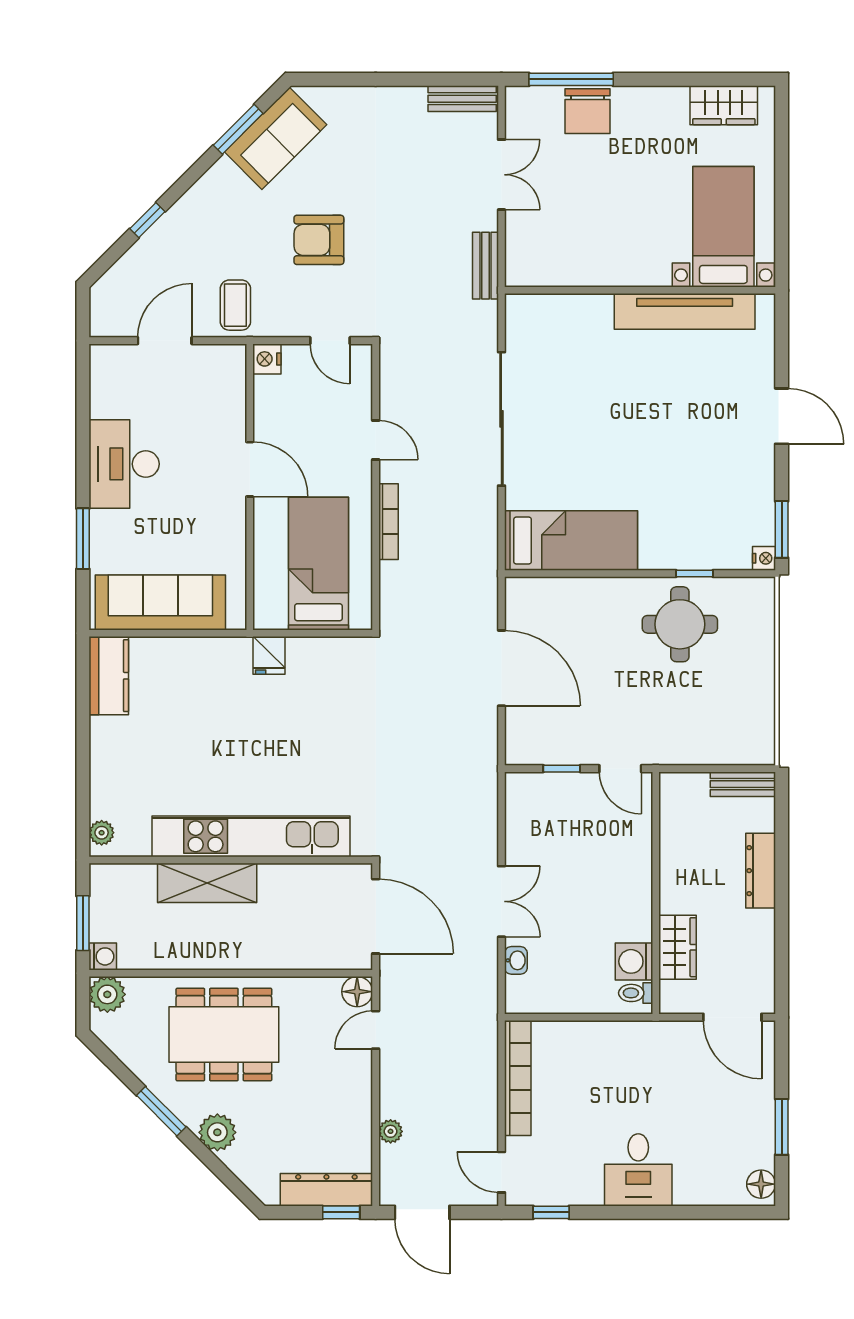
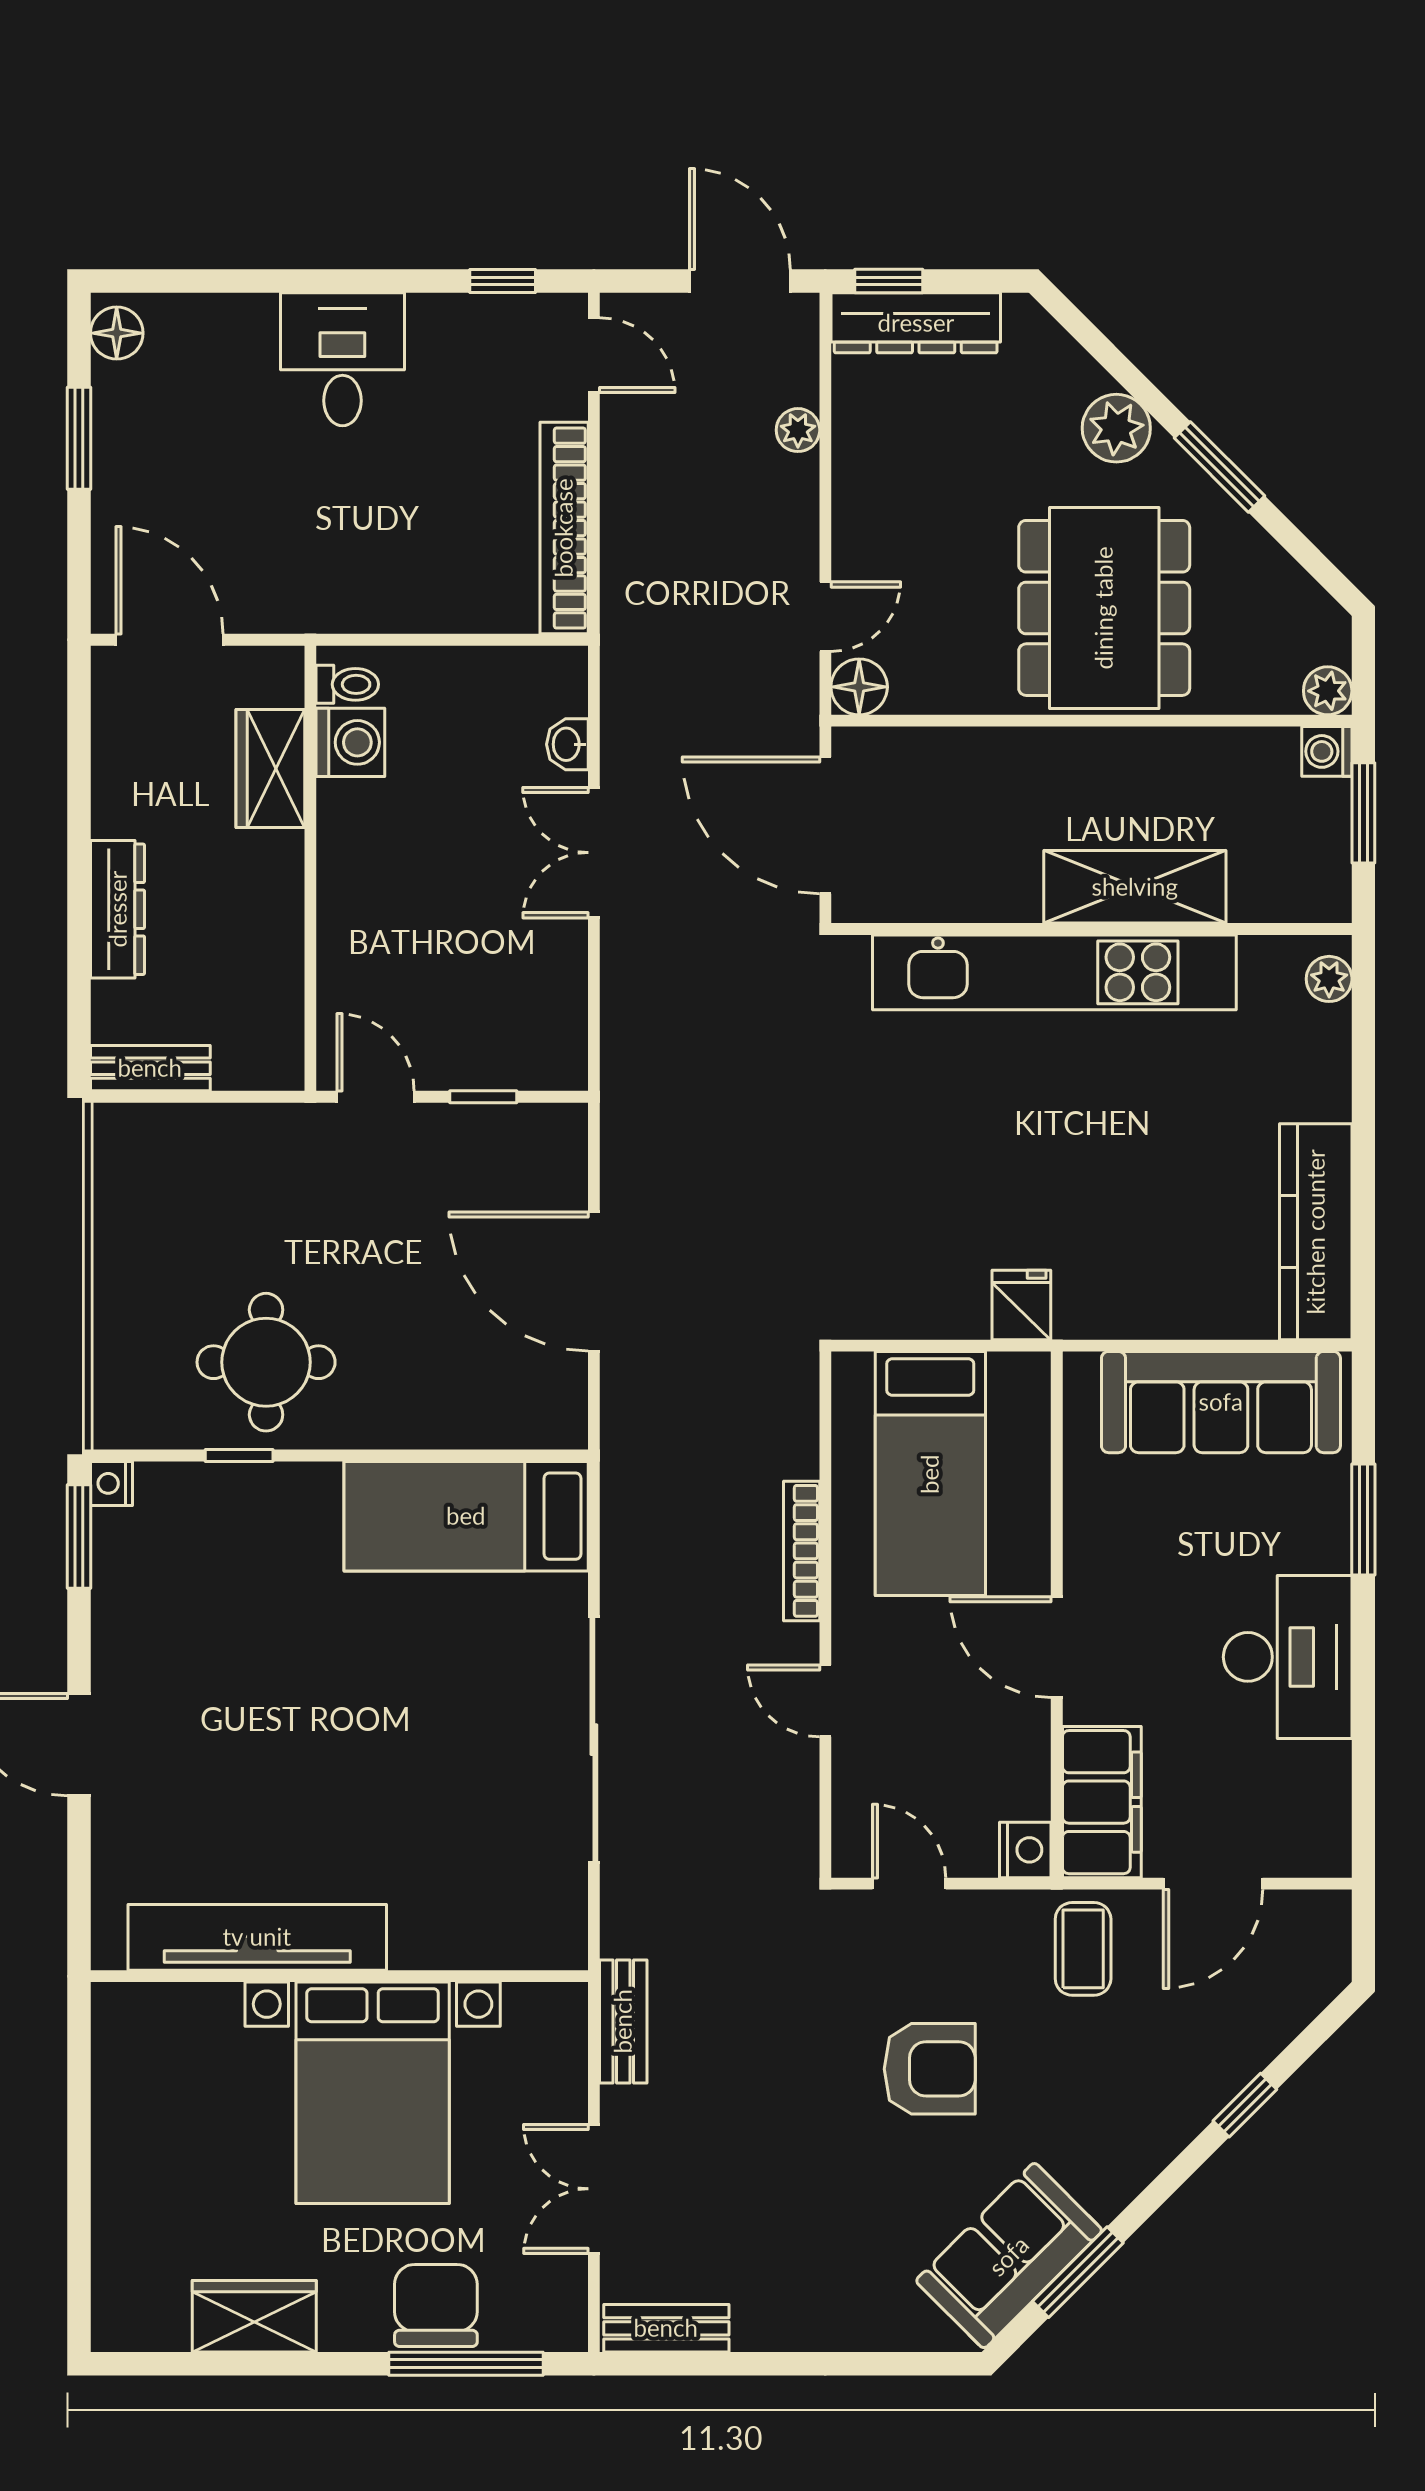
wardrobe: (724, 105) -> (254, 2316), moved
bed with nightstands: (723, 227) -> (373, 2093), moved, width x1.36
filing cabinet: (225, 385) -> (1102, 1802), added
kitchen counter: (109, 676) -> (1316, 1232), width x1.50
plant: (107, 994) -> (1328, 691), width x0.73, depth x0.73
dining table: (224, 1035) -> (1104, 608), turned 90

